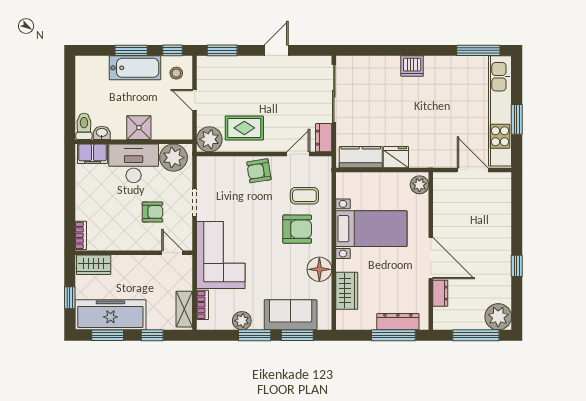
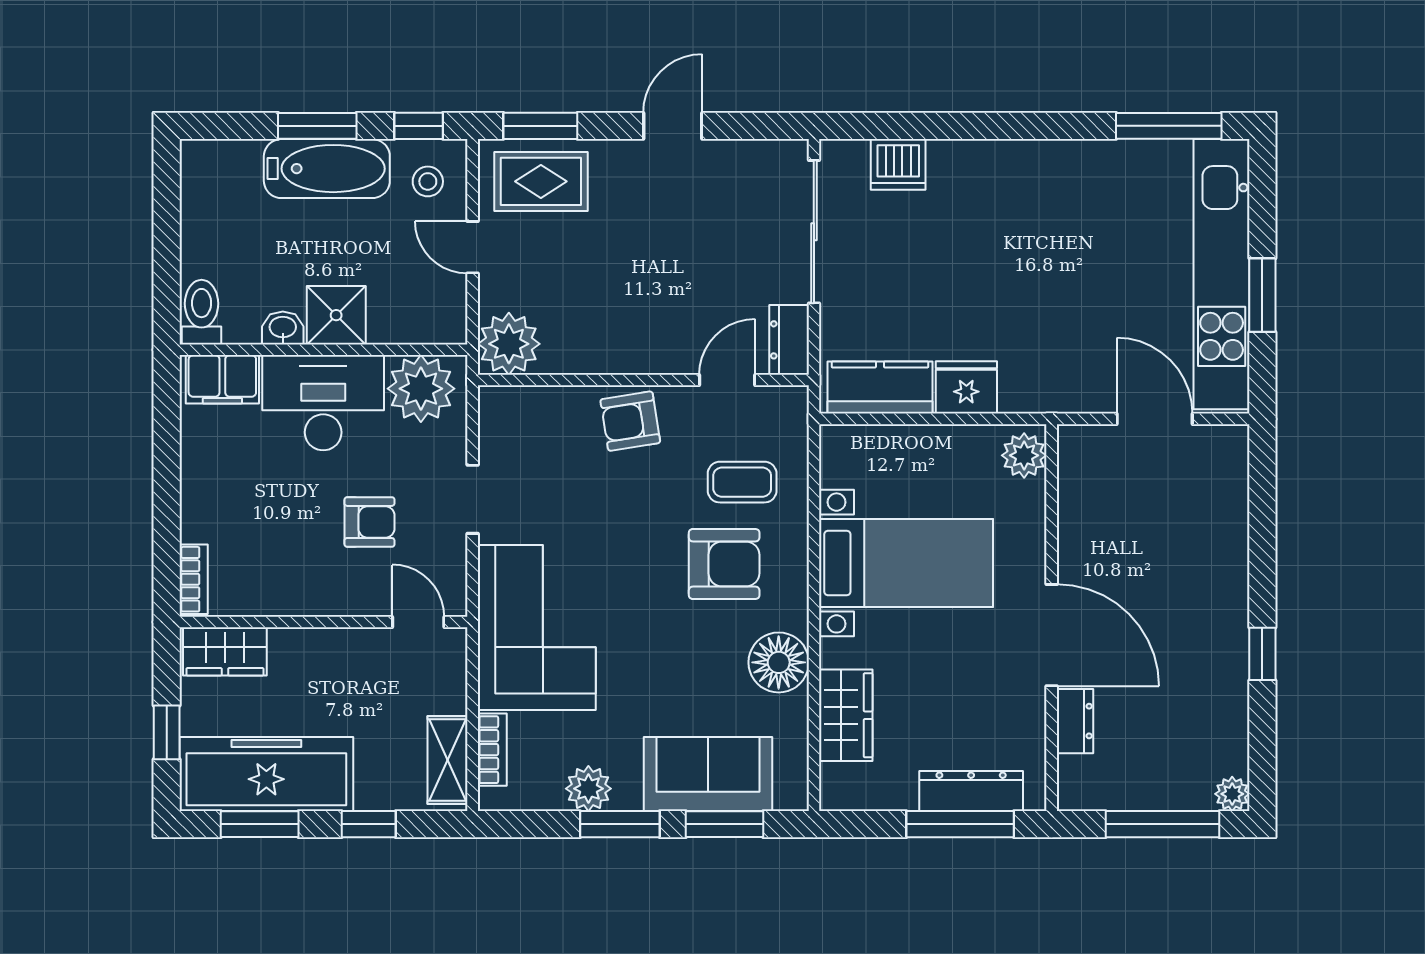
dishwasher: (412, 66) -> (898, 164), moved
rug: (244, 128) -> (541, 181), moved
washbasin: (102, 133) -> (283, 328), moved
plant: (498, 317) -> (1232, 794), width x0.53, depth x0.53

